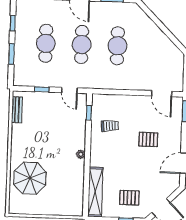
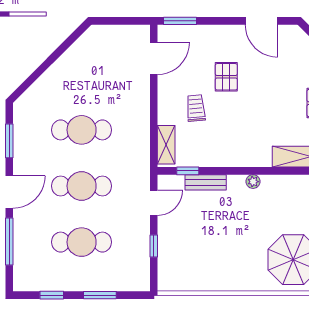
shelving: (106, 100) -> (166, 145), added
bench: (17, 110) -> (206, 182), moved
trolley: (110, 126) -> (196, 108), moved

